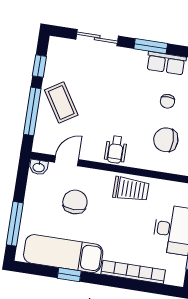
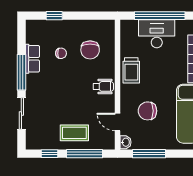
window: (151, 46) -> (21, 72), width x1.44
coffee table: (61, 103) -> (74, 133), turned 32
trolley: (131, 189) -> (131, 70), turned 180
window: (15, 224) -> (149, 154), moved

